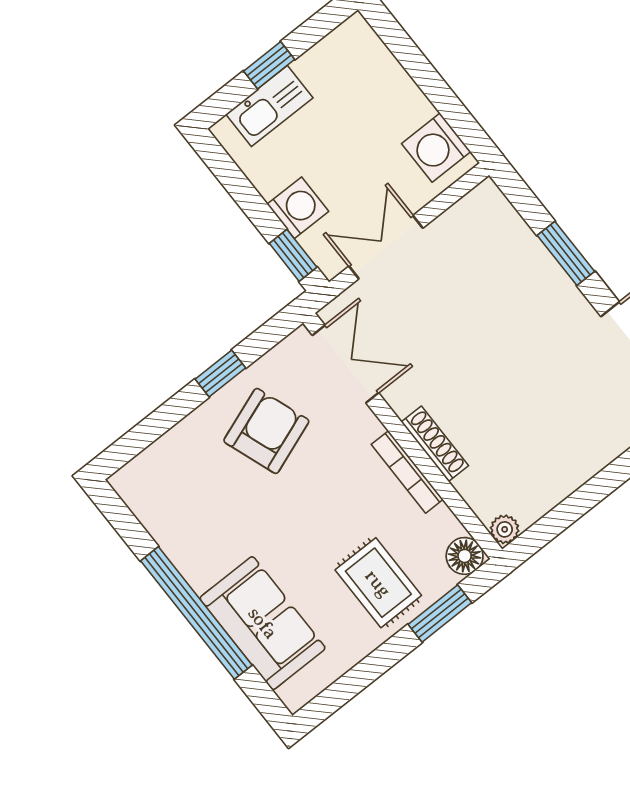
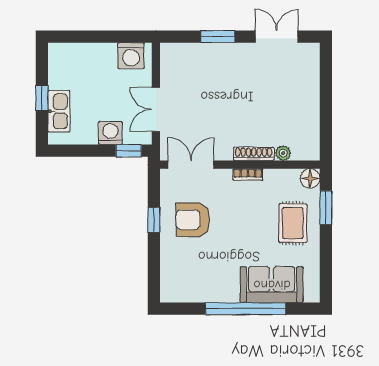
armchair: (266, 431) -> (193, 220), turned -70
bookcase: (407, 472) -> (248, 175), width x0.64
plant: (505, 529) -> (283, 153), moved
rug: (378, 583) -> (293, 223), turned 90

